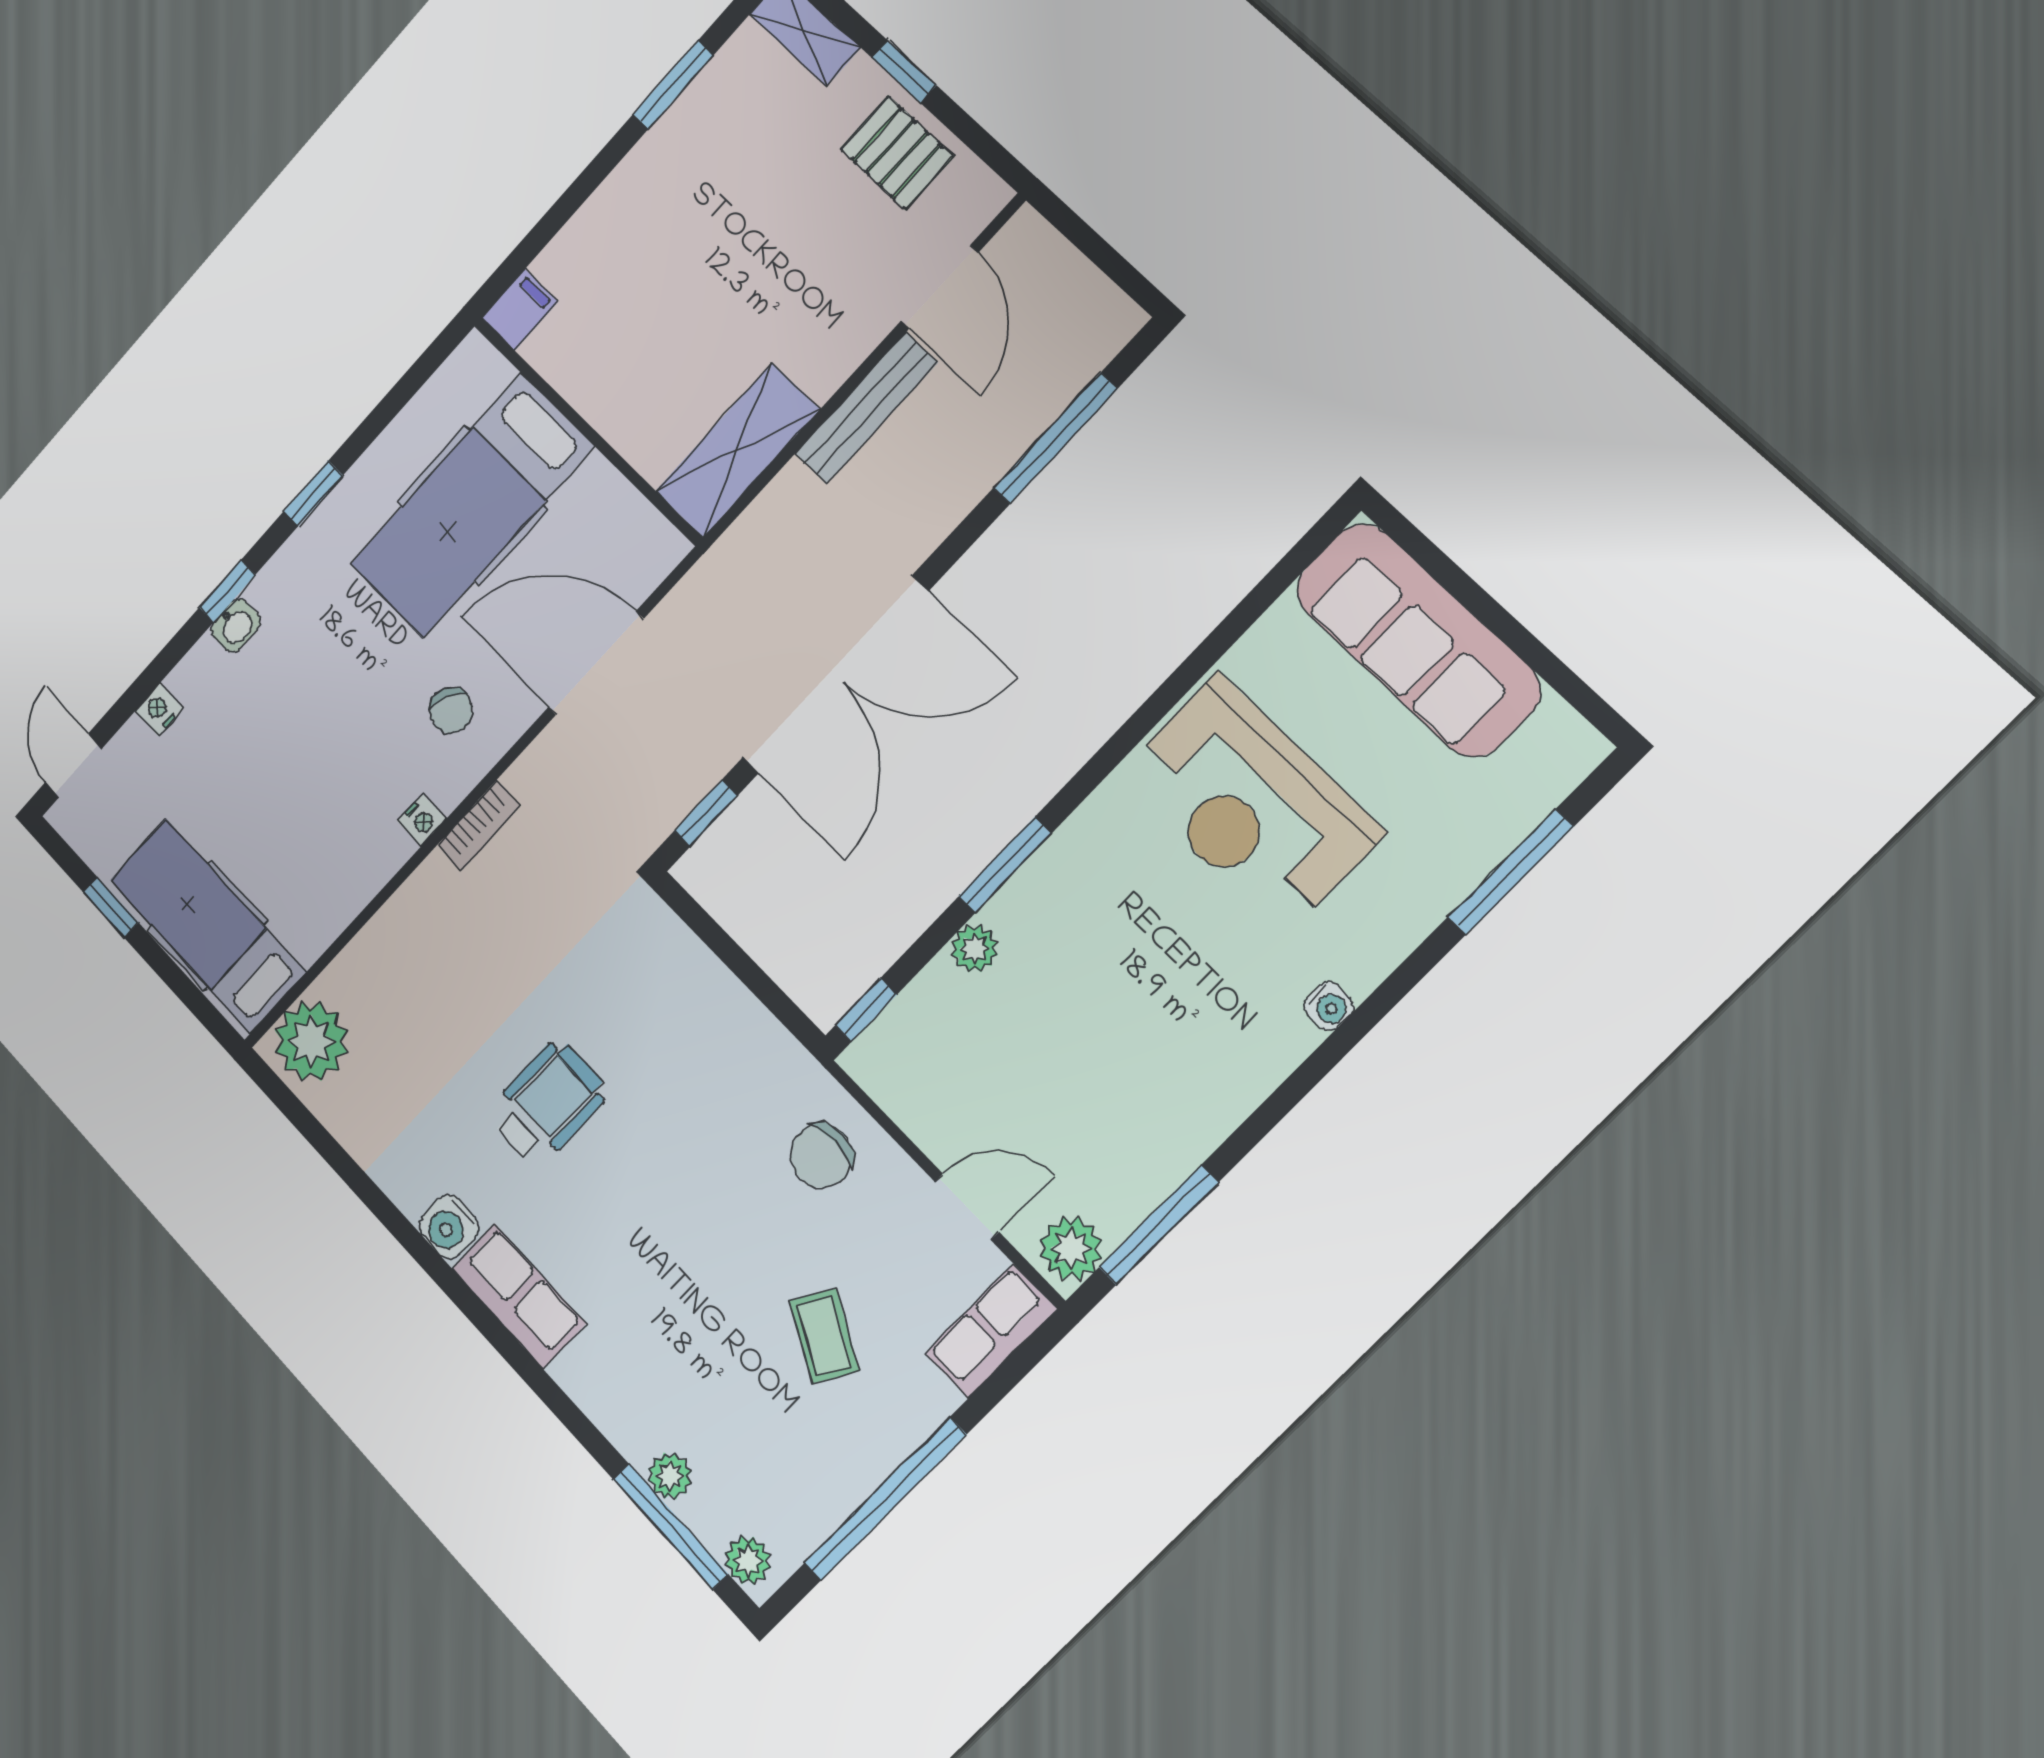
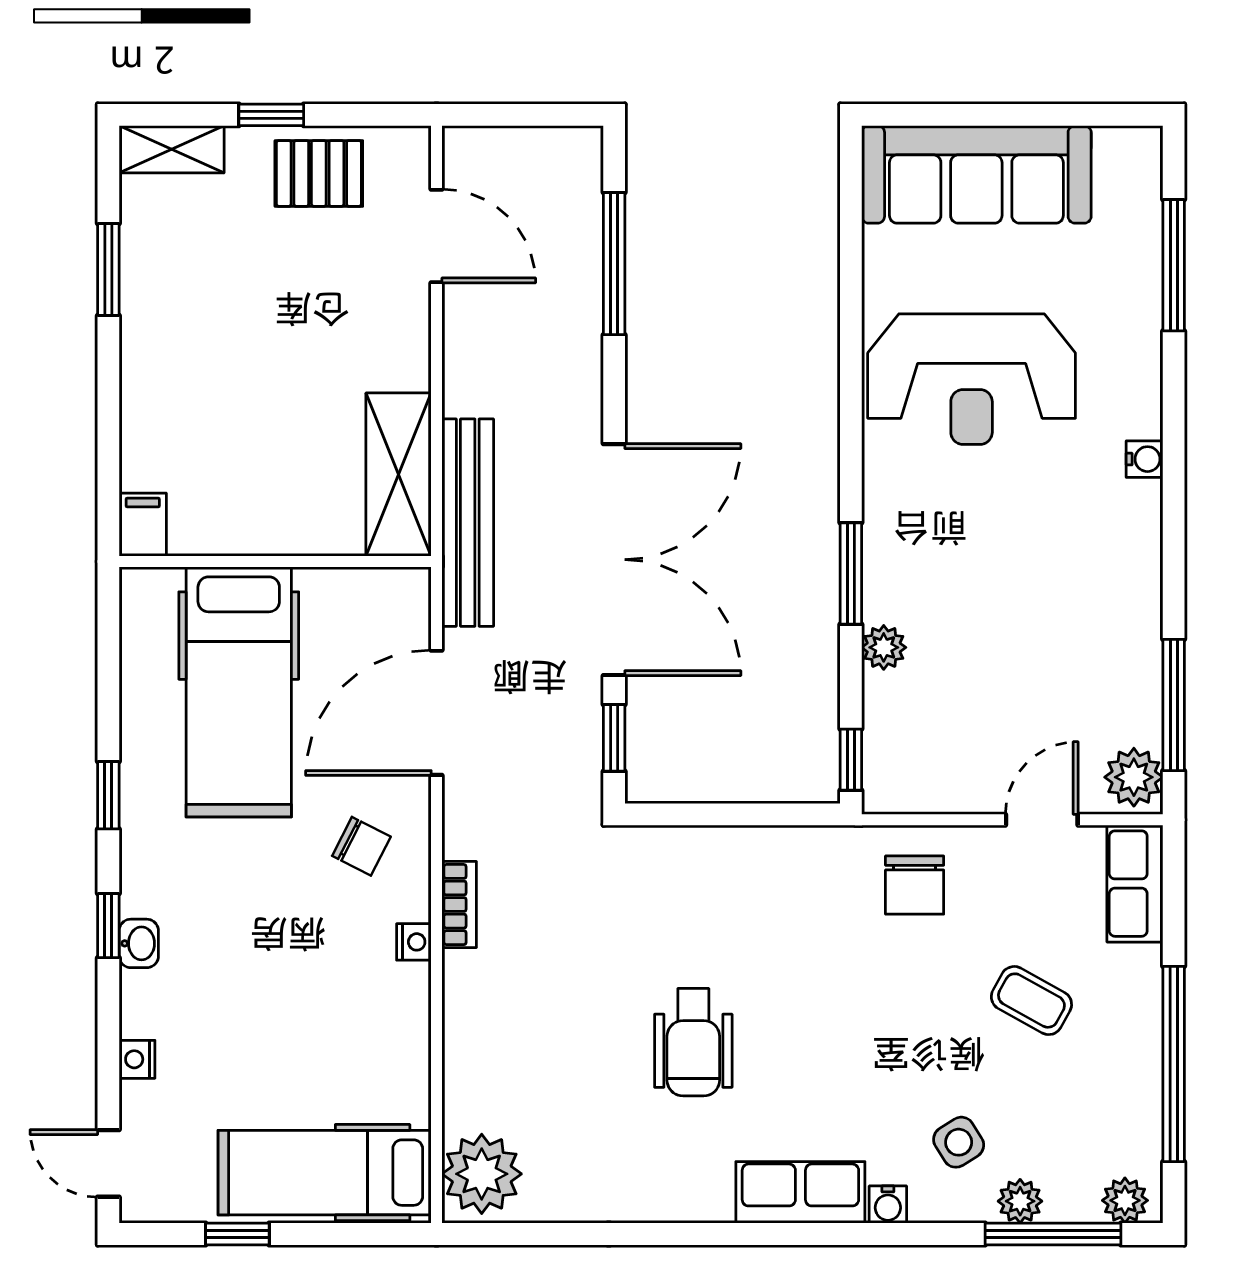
bench: (866, 408) -> (468, 523), moved, width x1.37, depth x1.21
wheelchair: (548, 1103) -> (693, 1042), turned 180
water cooler: (449, 1227) -> (888, 1205), moved, width x0.72, depth x0.72
side table: (667, 1383) -> (959, 1142), added

